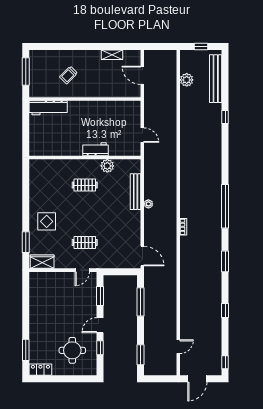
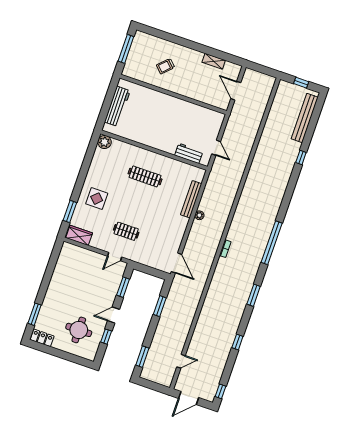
plant: (187, 80) -> (277, 110), removed
workbench: (48, 108) -> (117, 106), moved, turned -90
workbench: (95, 149) -> (189, 153), moved
plant: (107, 166) -> (104, 142), moved
clothes rail: (85, 185) -> (145, 176), width x1.36
window: (141, 302) -> (160, 306), width x0.69

